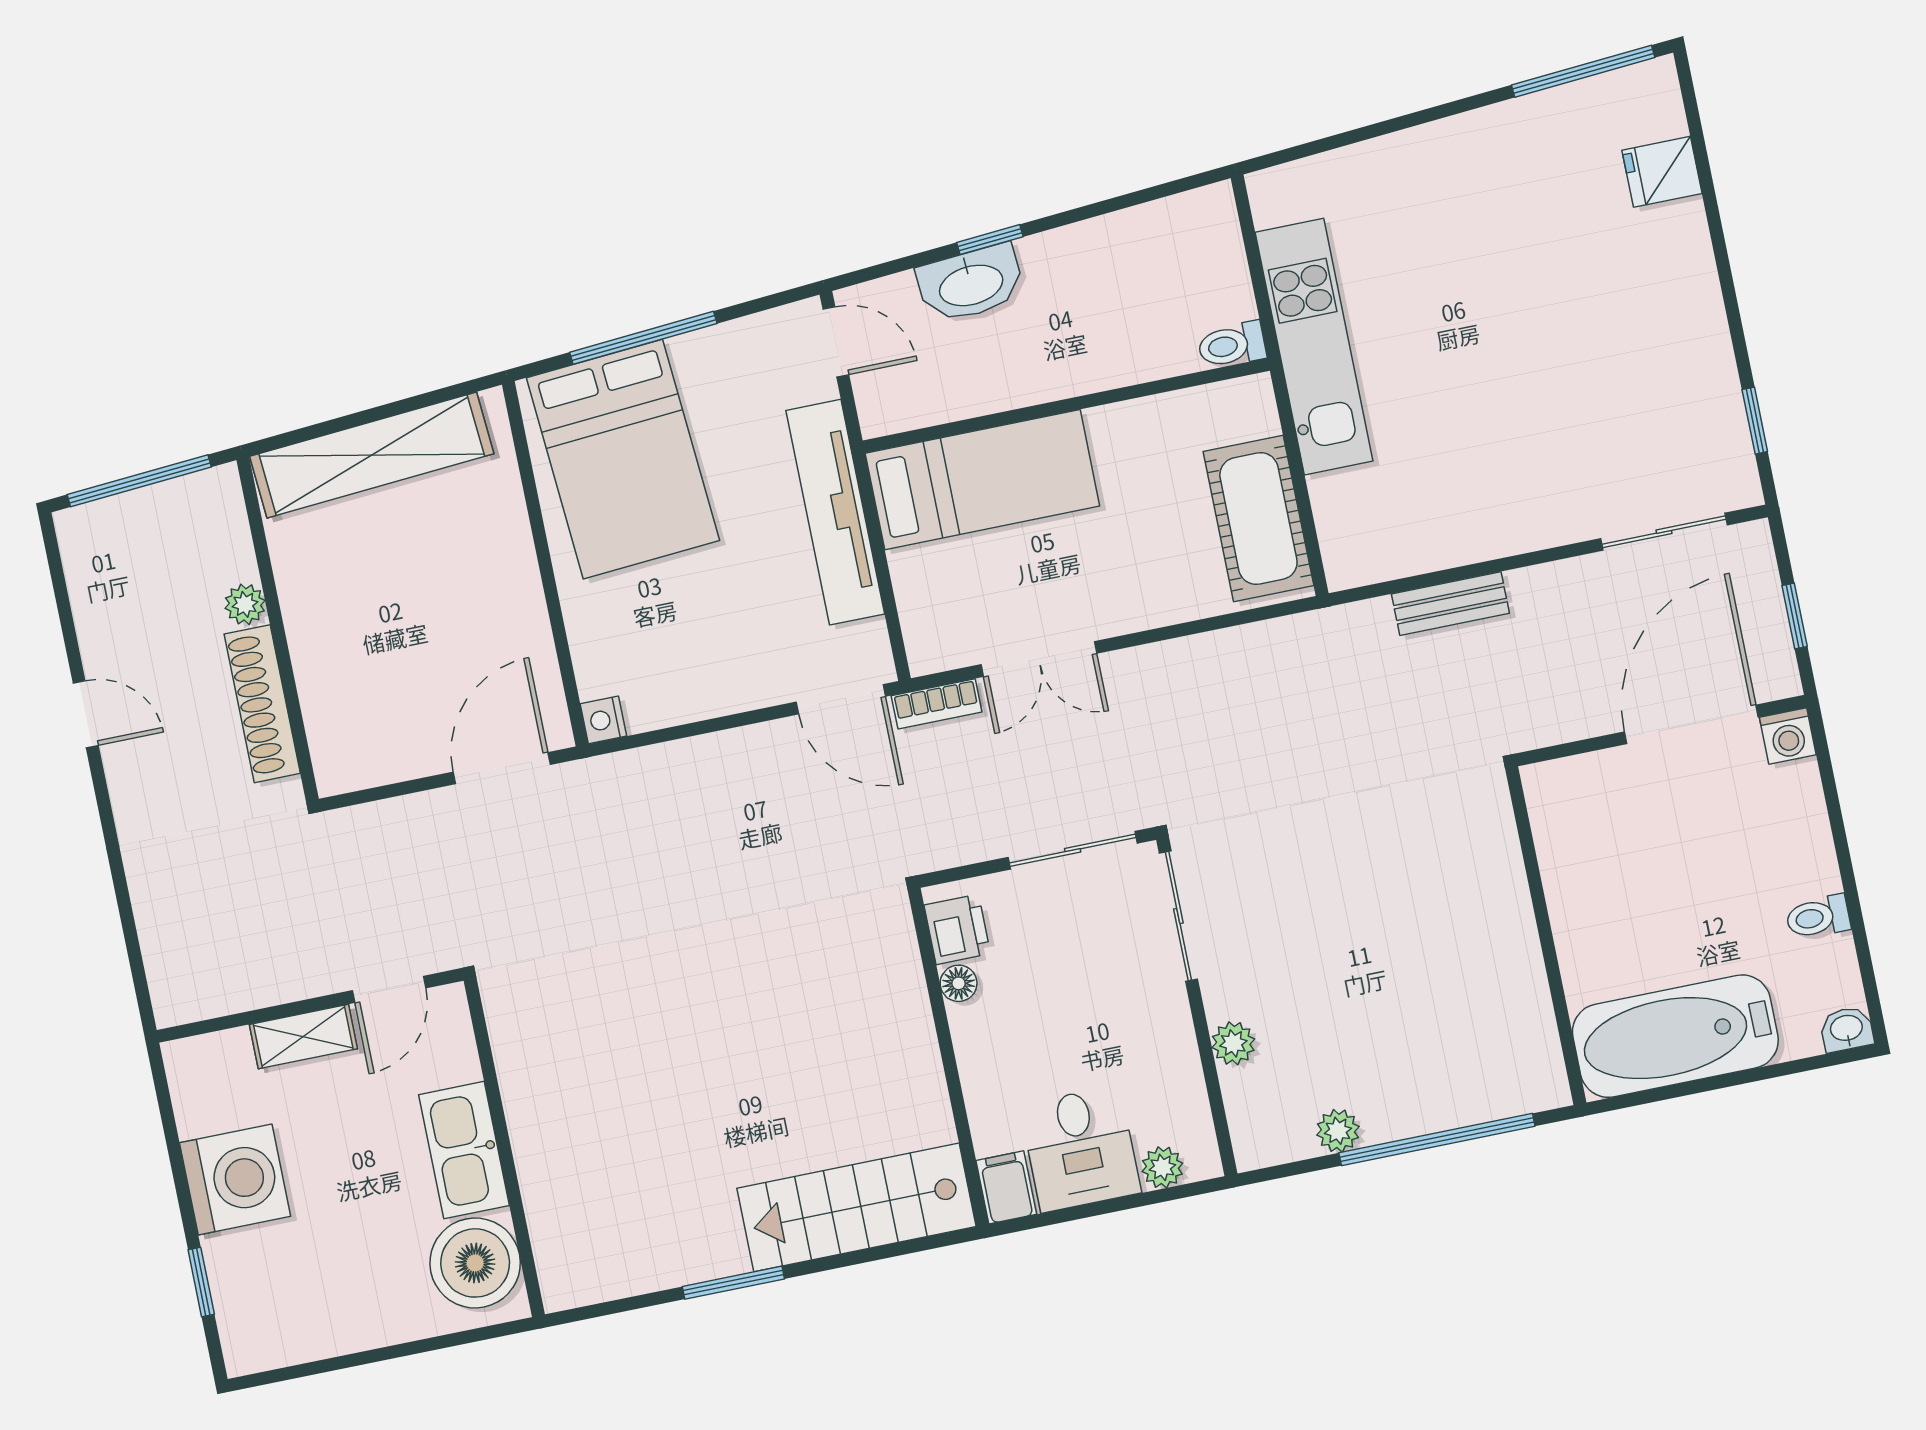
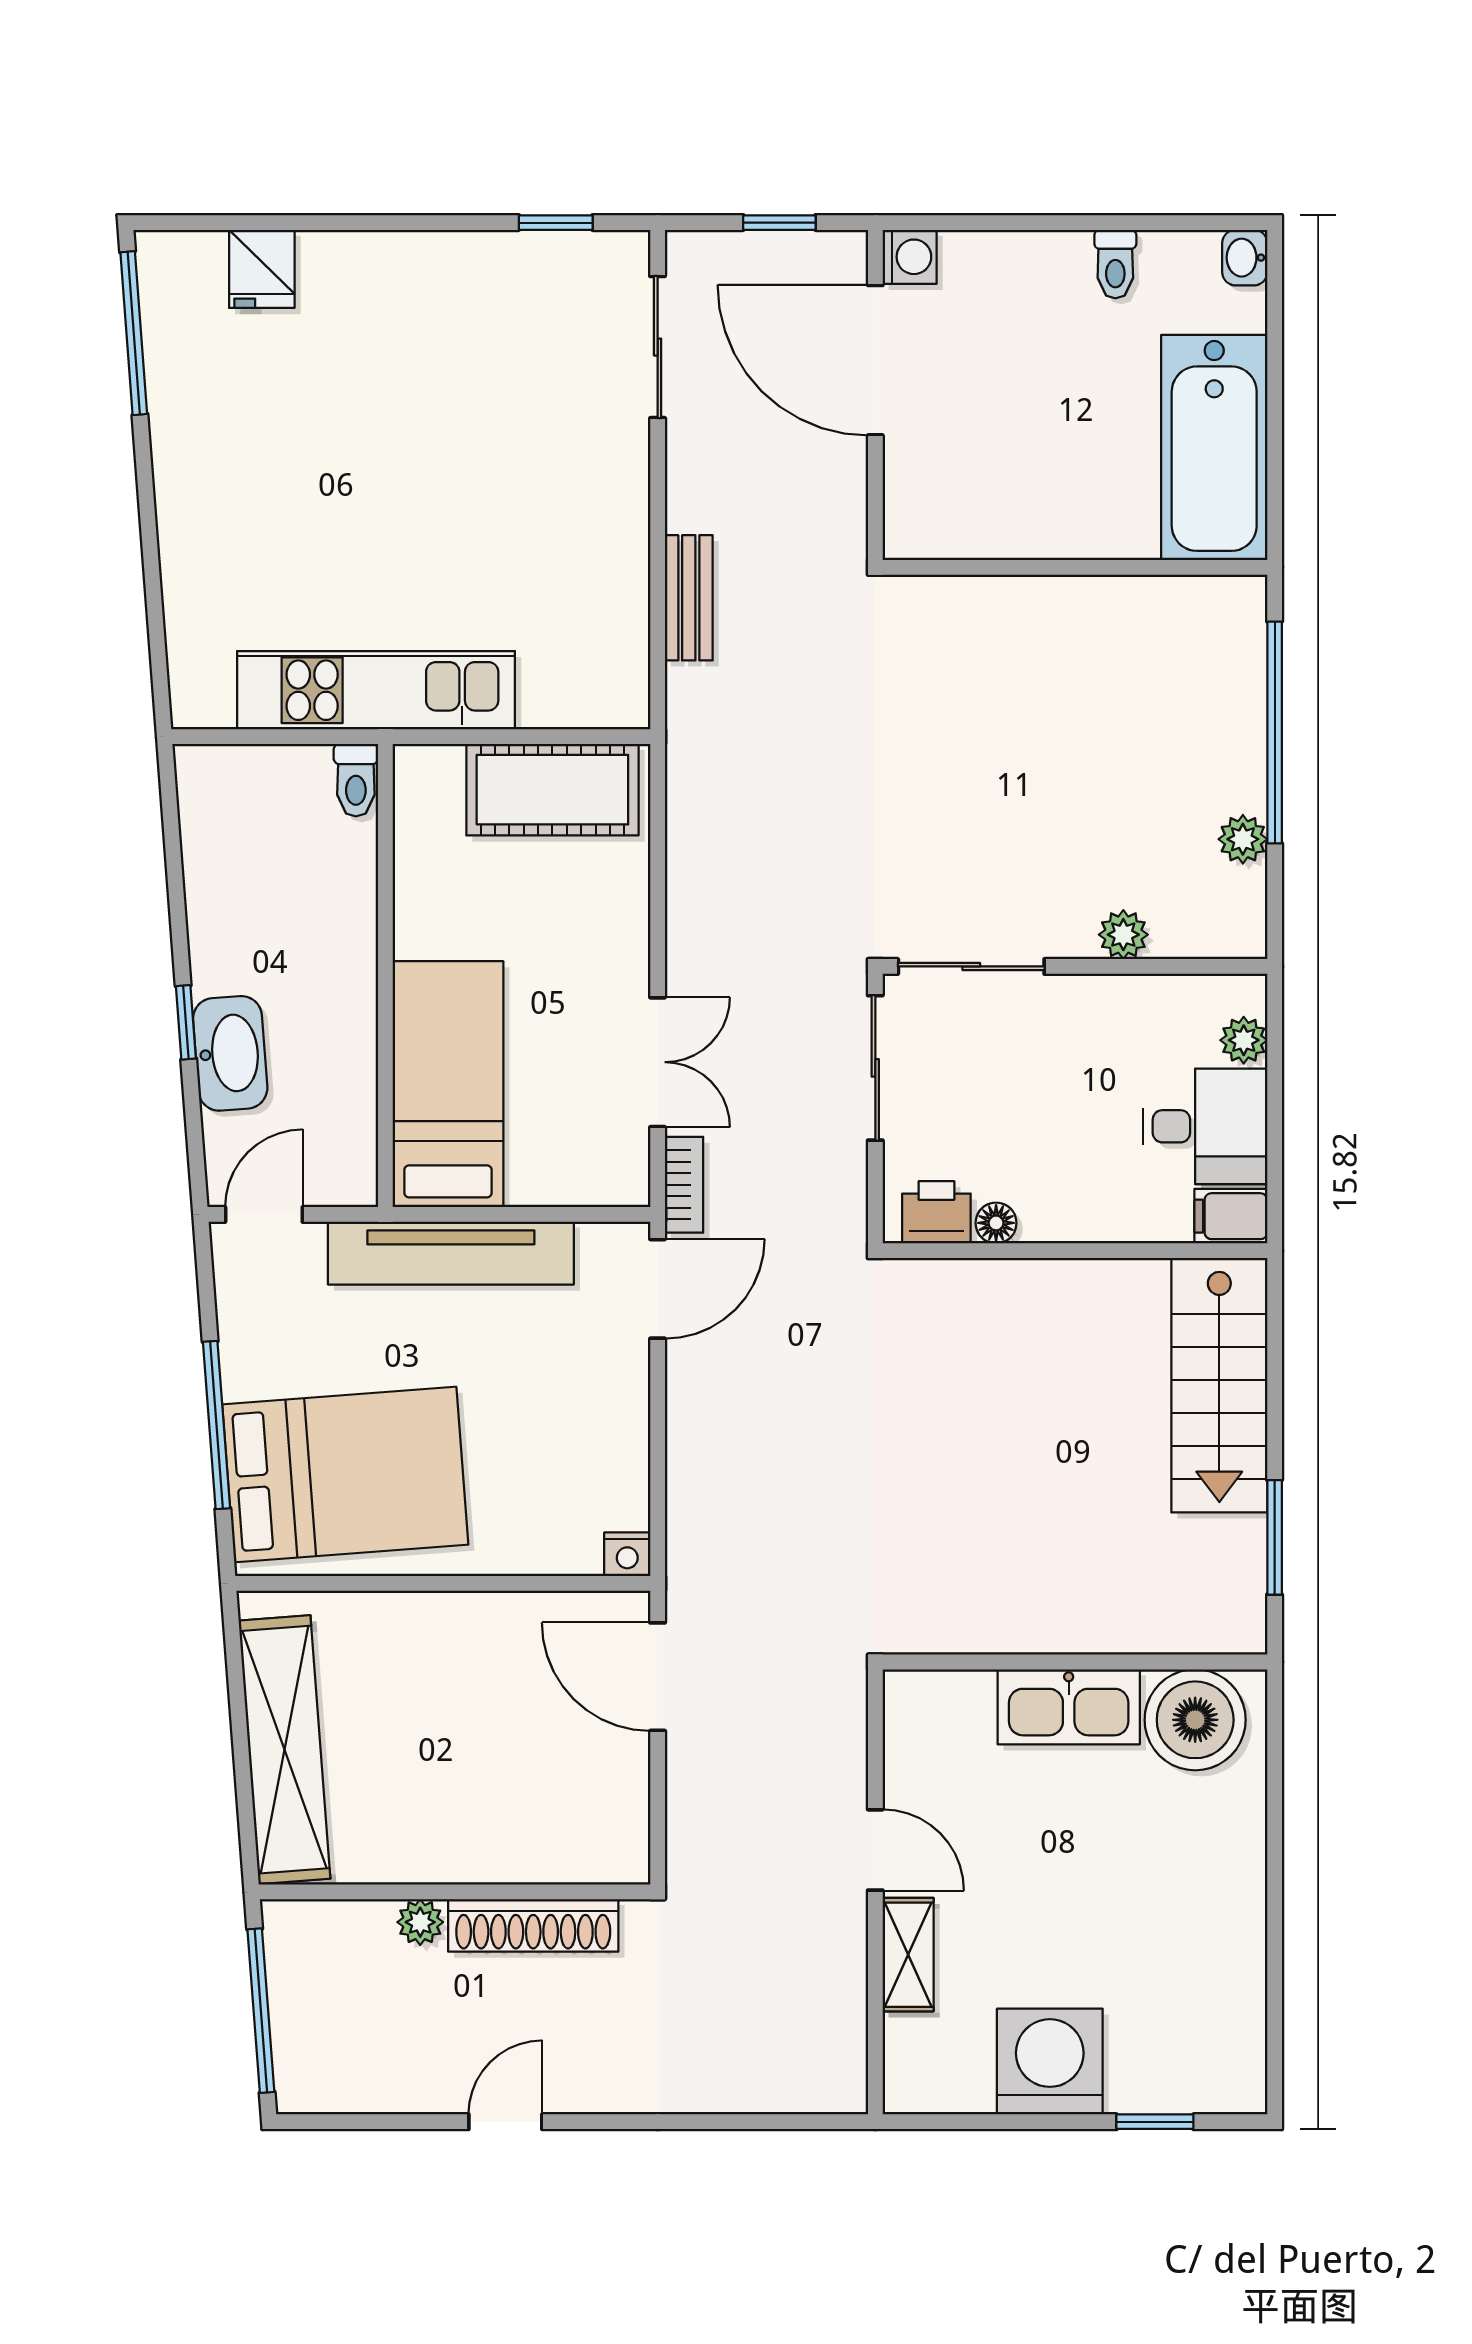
wall: (504, 1148) -> (1075, 1662), moved
kitchen sink: (464, 1150) -> (1069, 1707), moved
boiler: (475, 1263) -> (1195, 1720), moved

